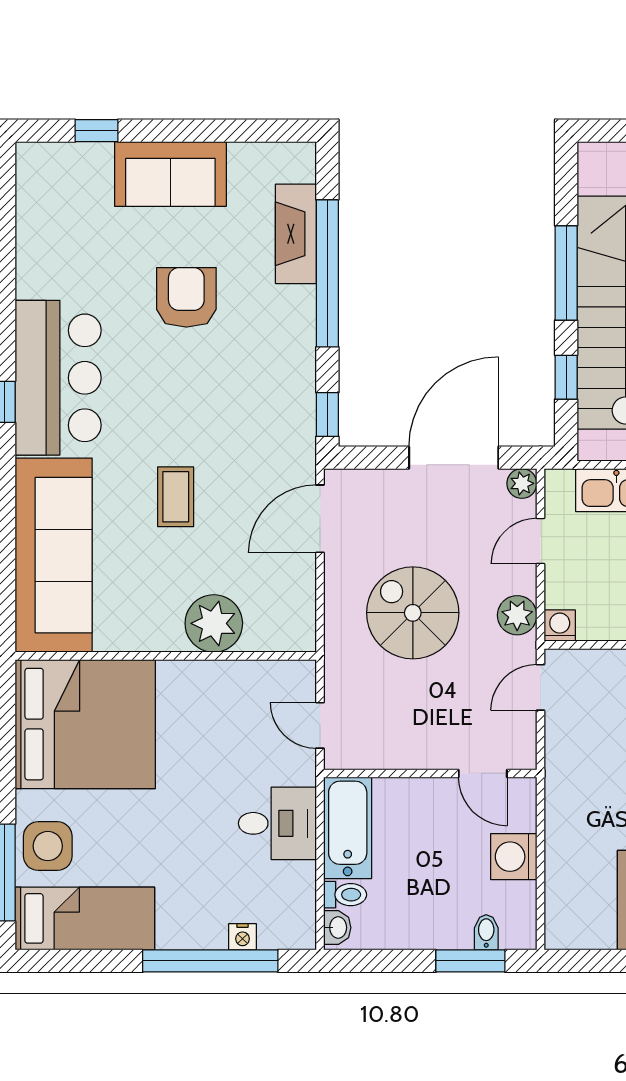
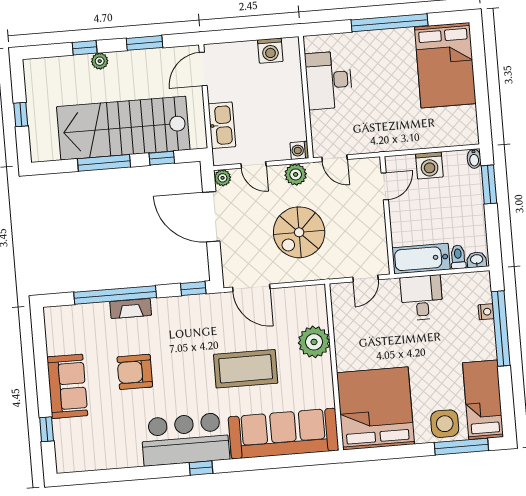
fireplace: (296, 234) -> (131, 308), moved, width x0.73, depth x0.76
coffee table: (176, 497) -> (246, 369), width x1.86, depth x1.72
bidet: (486, 932) -> (474, 159), moved, turned -90

